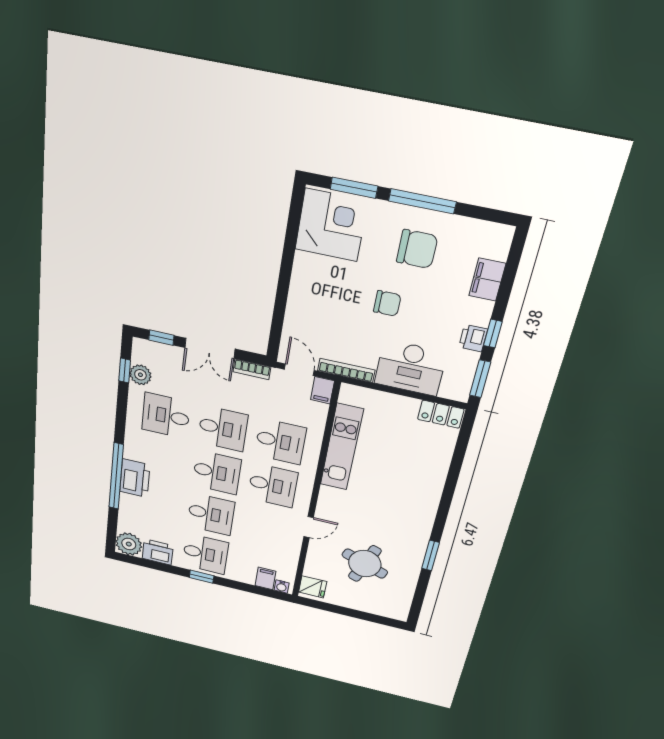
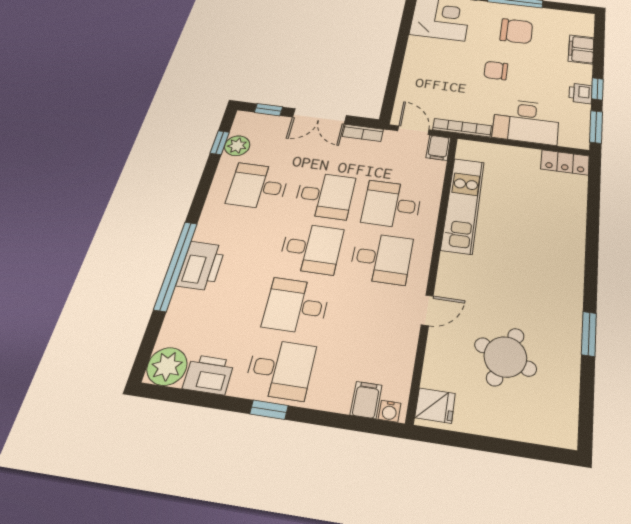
chair: (387, 303) -> (496, 70), turned 180
desk: (280, 442) -> (392, 205), turned 180
desk: (211, 514) -> (296, 306), turned 180

